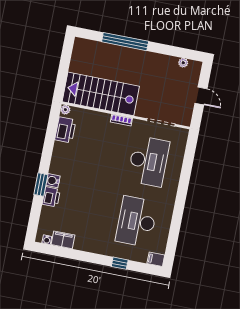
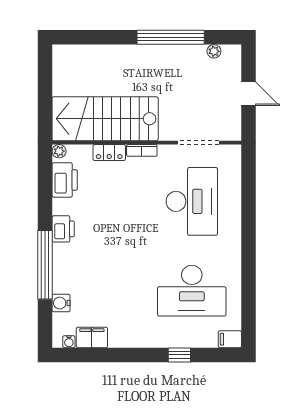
window: (125, 42) -> (171, 37), moved
locker: (99, 117) -> (109, 152), added
water cooler: (53, 181) -> (61, 303), moved
window: (41, 185) -> (45, 265), width x2.11
printer: (51, 197) -> (63, 229), moved
desk: (137, 221) -> (192, 291), turned -90

